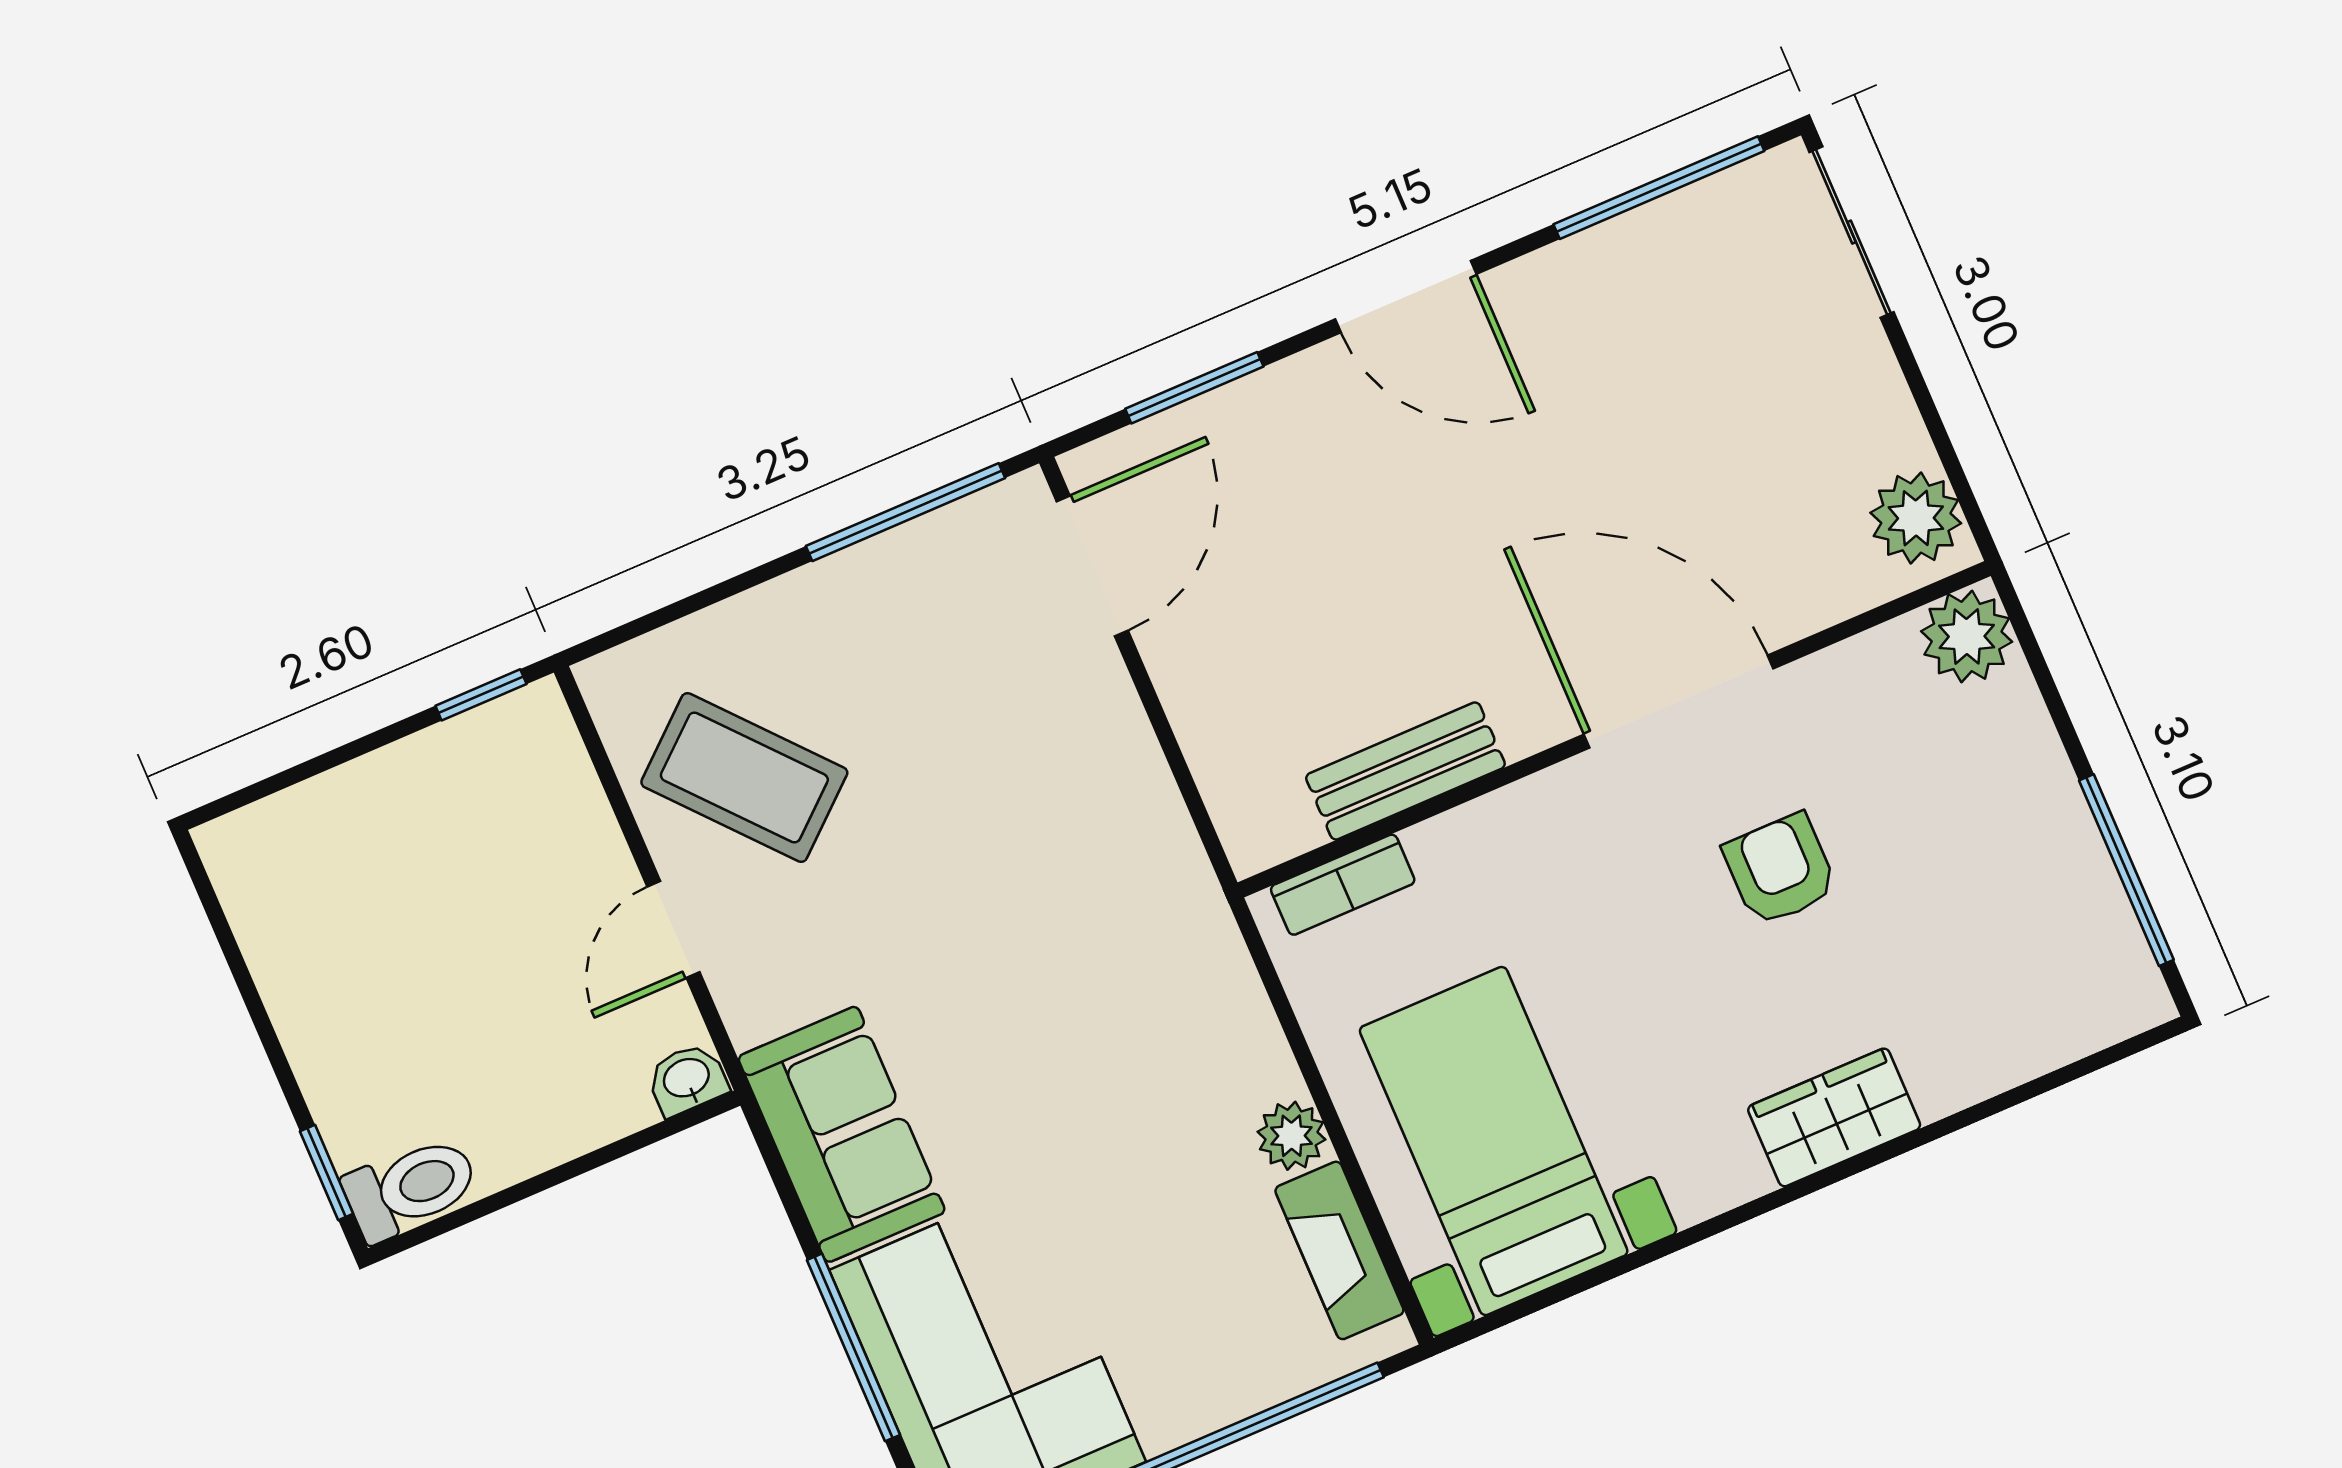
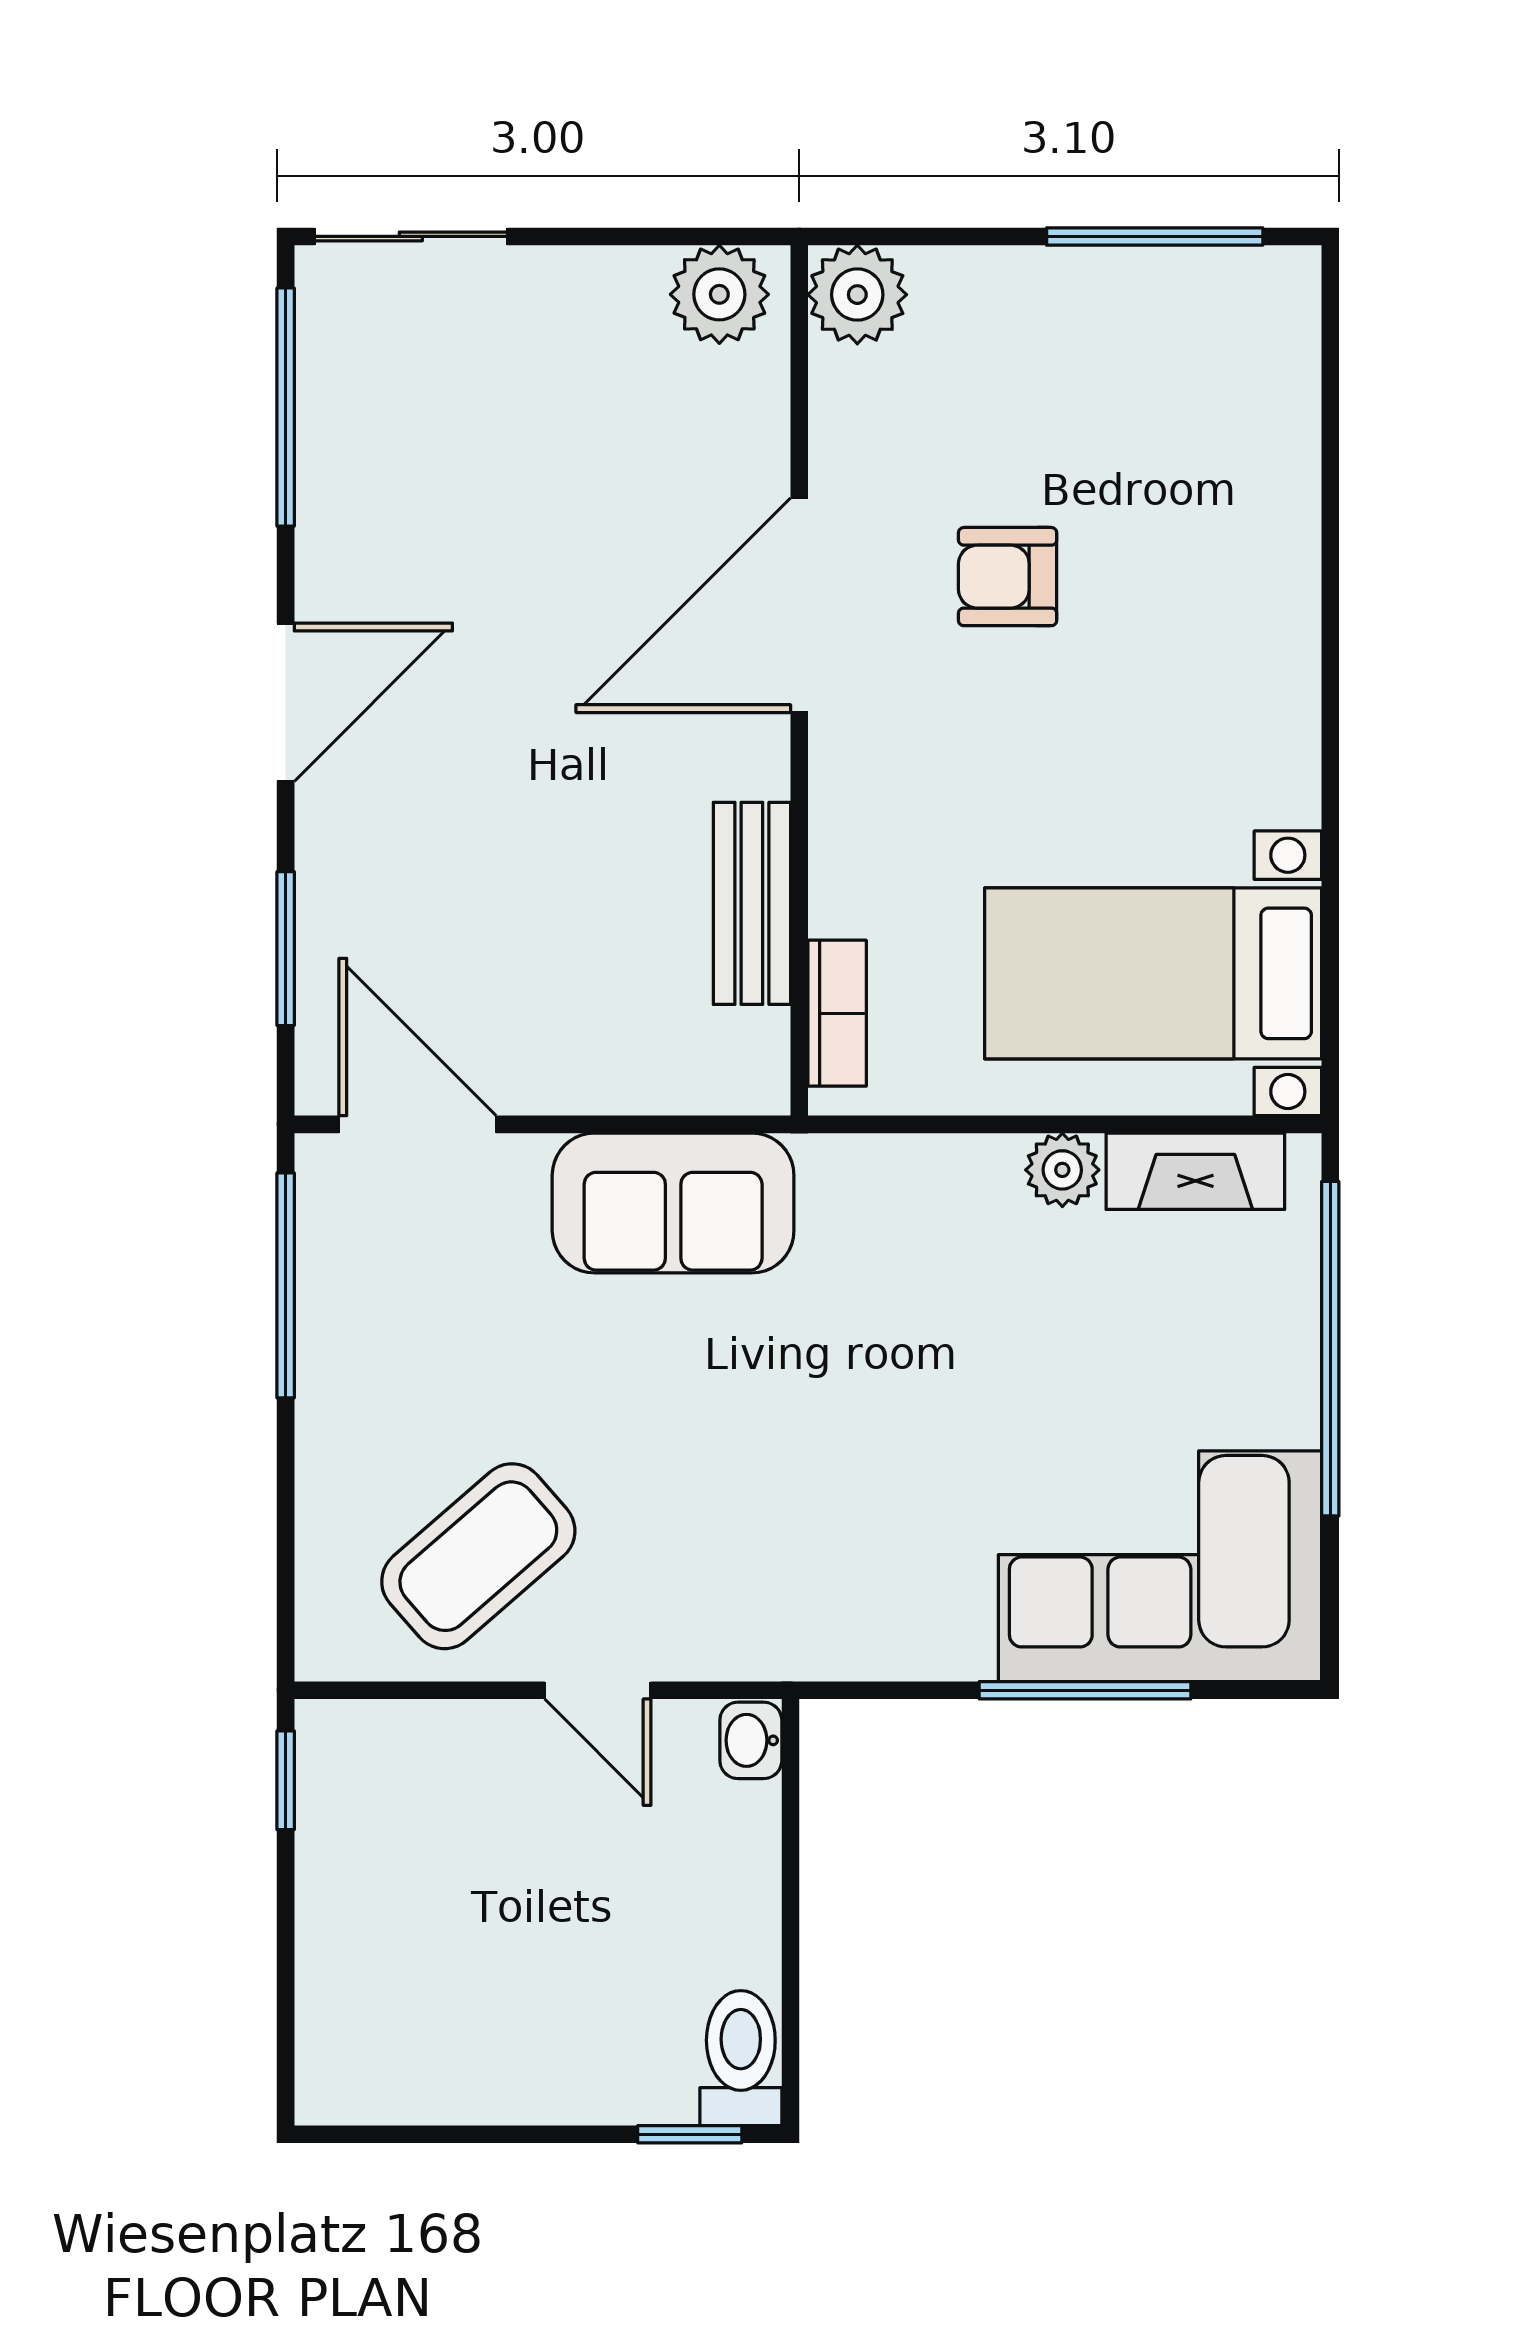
wardrobe: (1834, 1117) -> (1274, 629), removed
sofa: (842, 1134) -> (673, 1203), moved, turned 180

